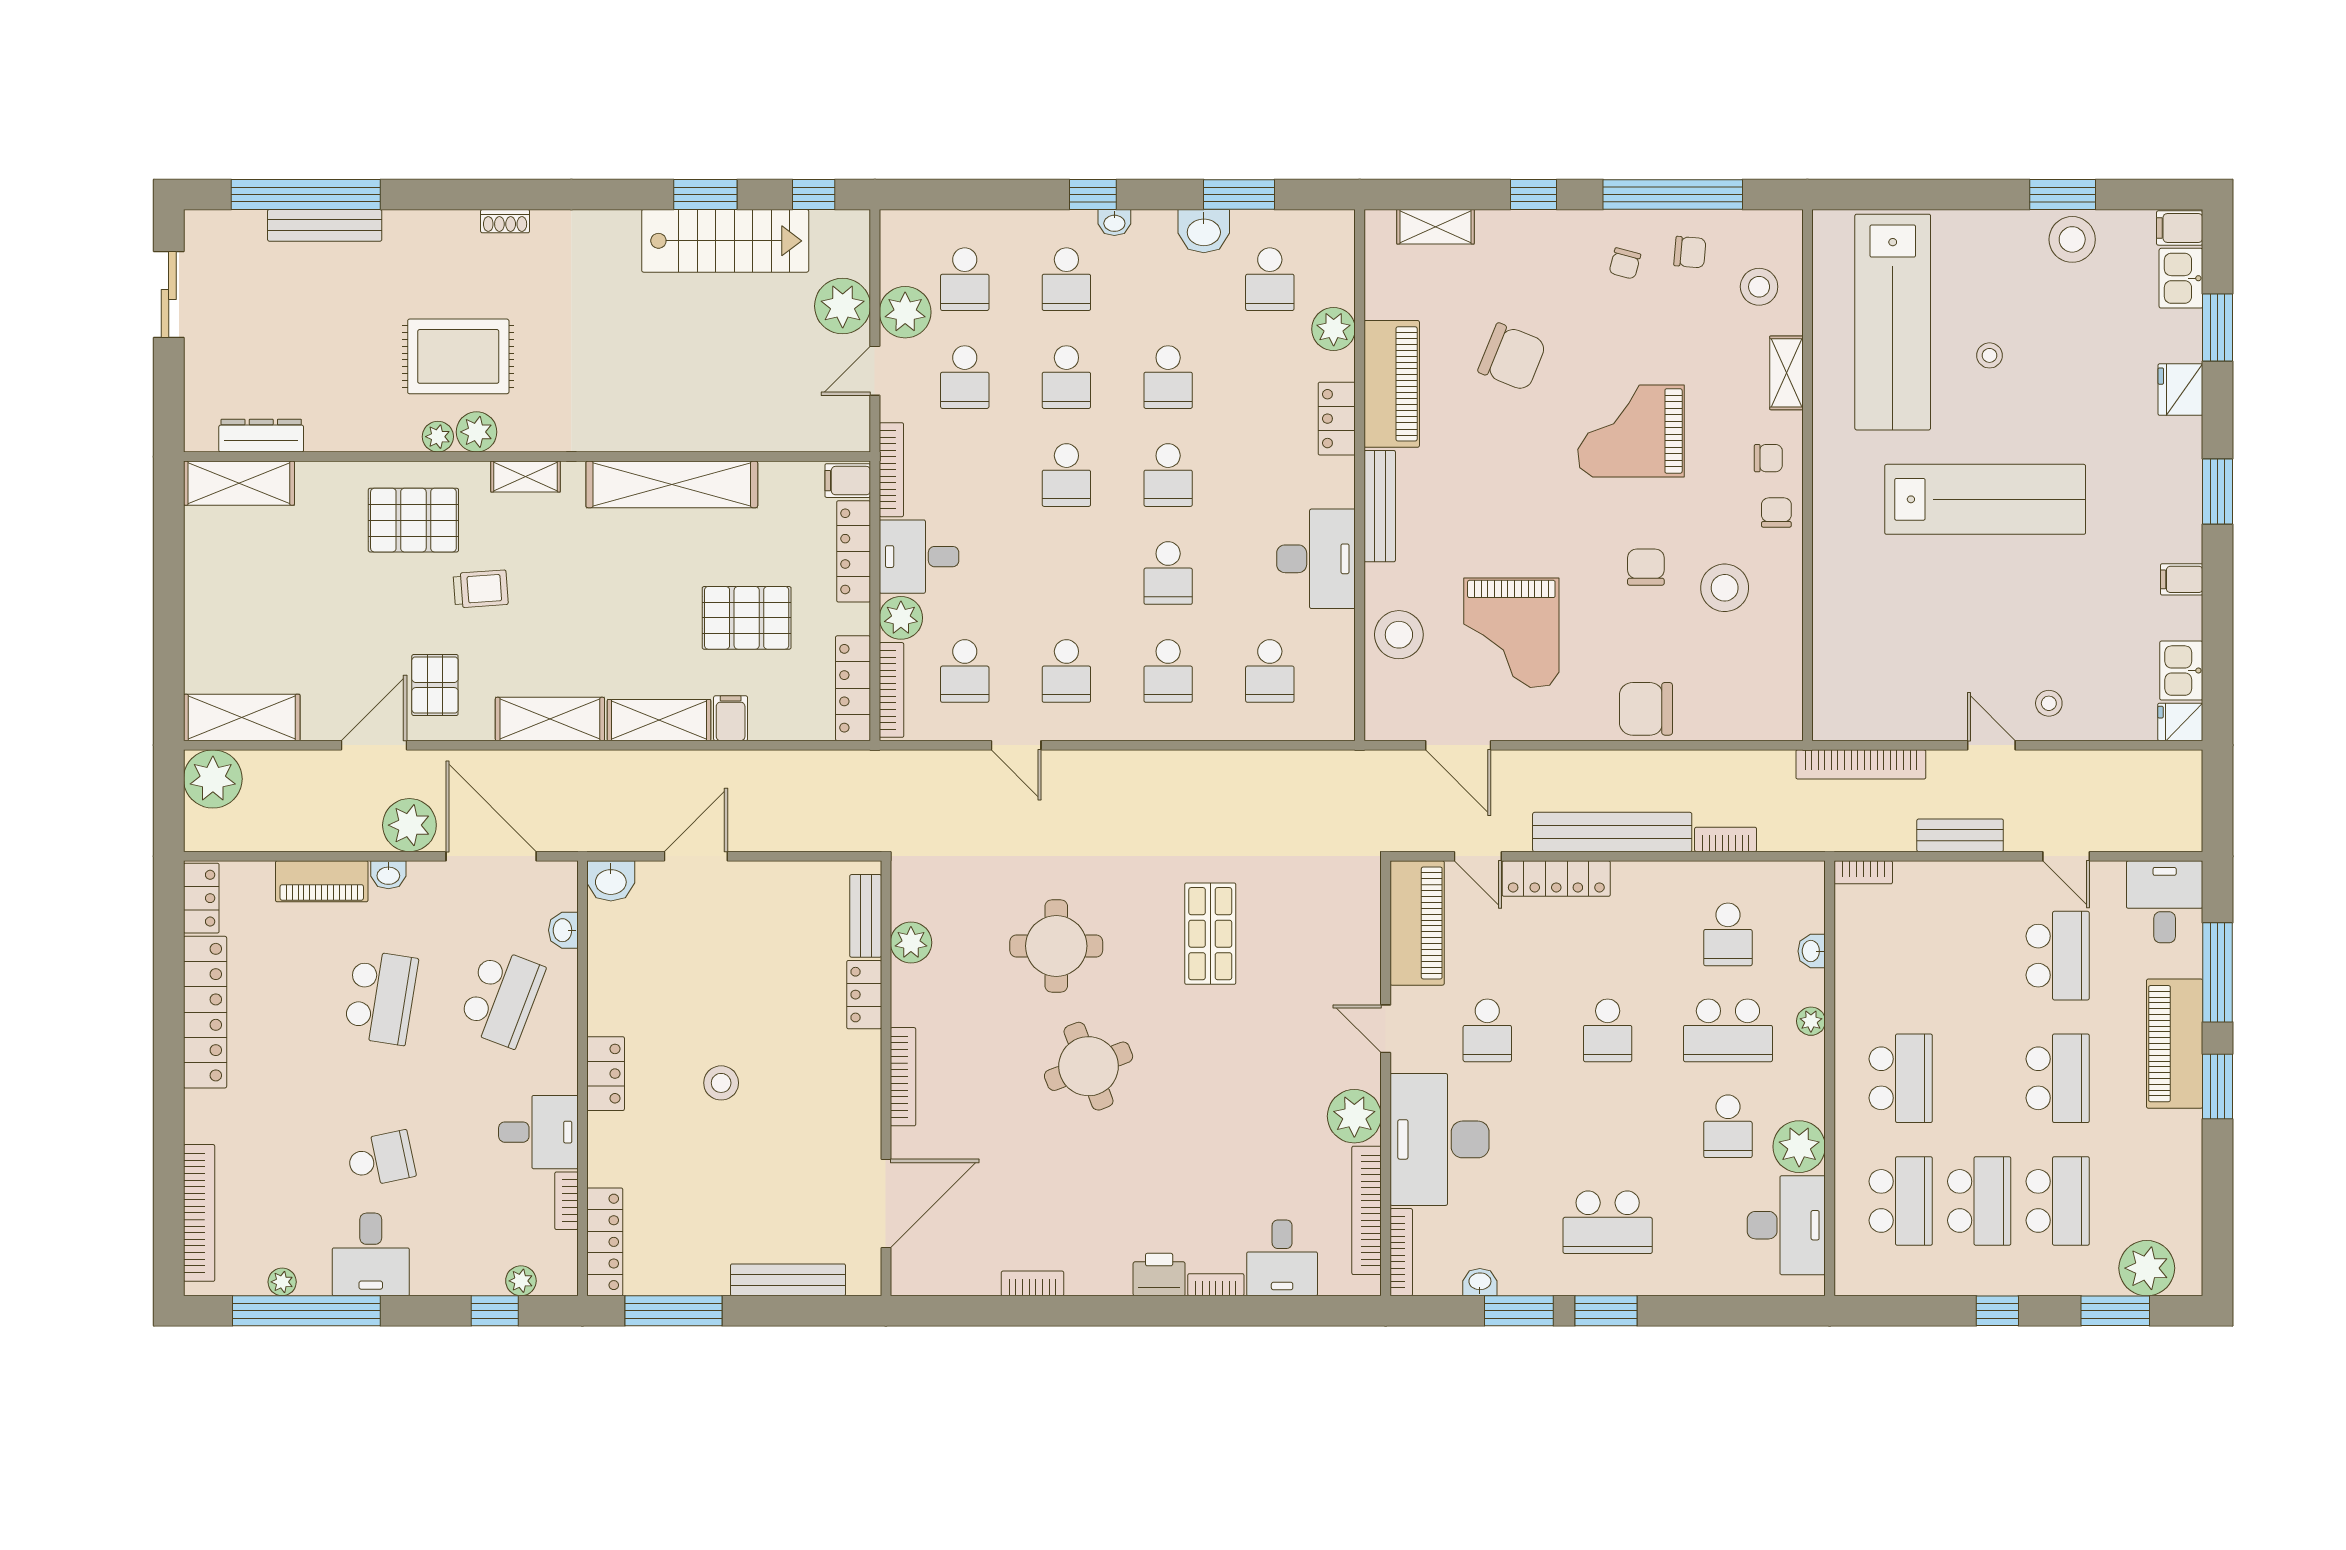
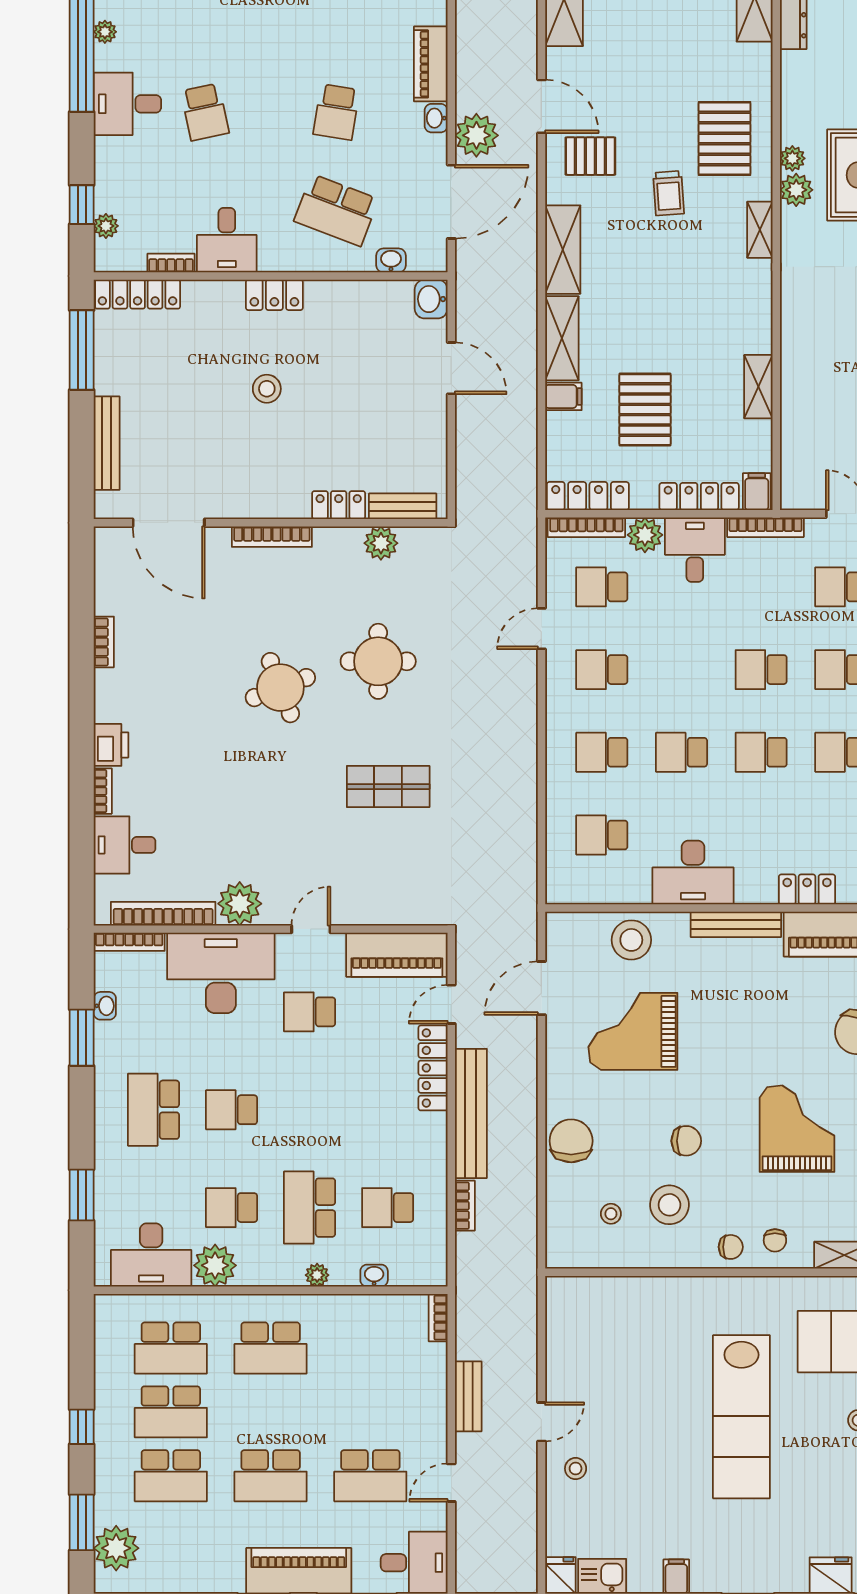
shelving: (672, 484) -> (758, 387), width x0.45, depth x0.75
stool: (1736, 660) -> (611, 1214), added
bookcase: (1861, 764) -> (526, 1316), removed
school desk: (381, 997) -> (336, 112), width x0.54
school desk: (1608, 1030) -> (232, 1110), moved
window: (1606, 1311) -> (82, 1195), moved

